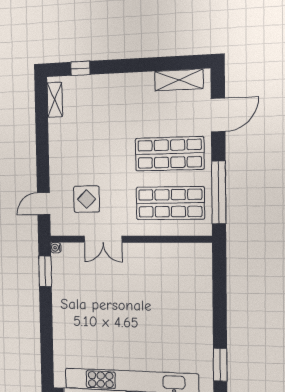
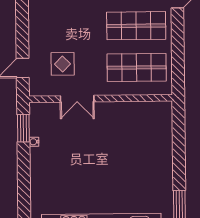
window: (219, 192) -> (178, 59), removed
water cooler: (56, 248) -> (34, 142), moved

